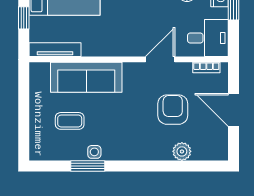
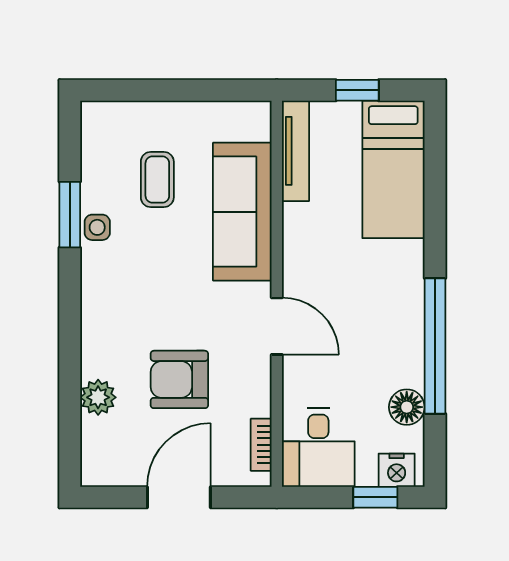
door: (160, 59) -> (277, 326), moved
armchair: (173, 110) -> (179, 379), turned 180

